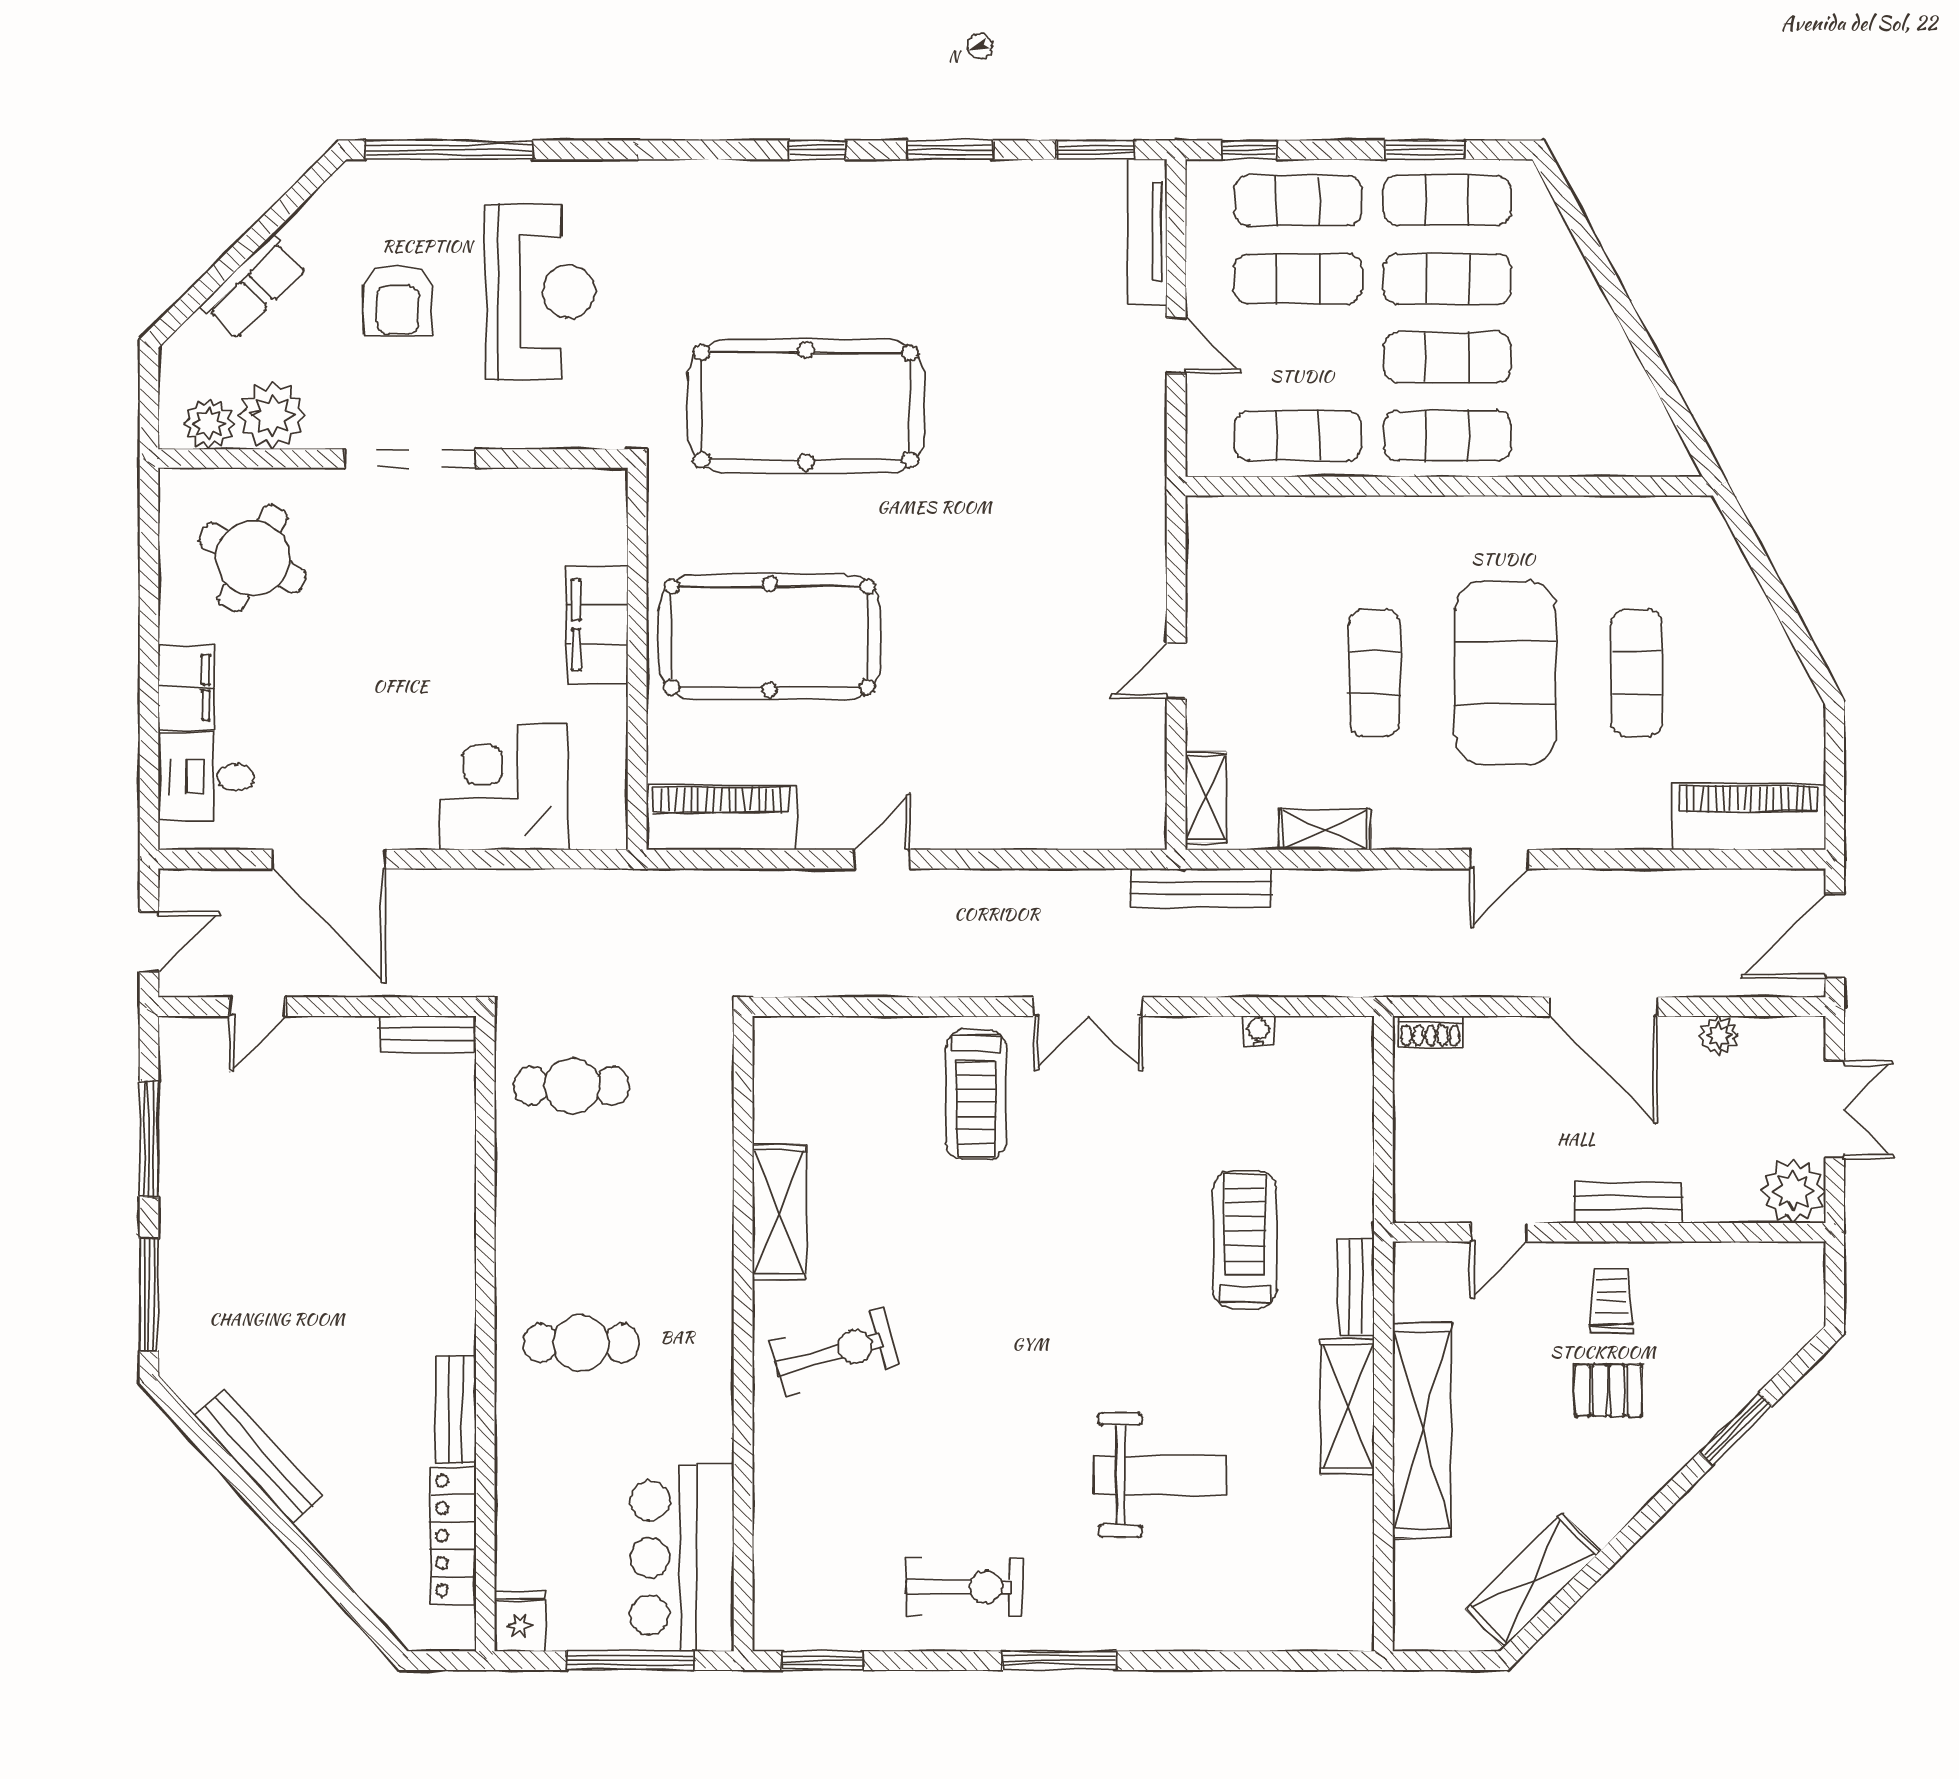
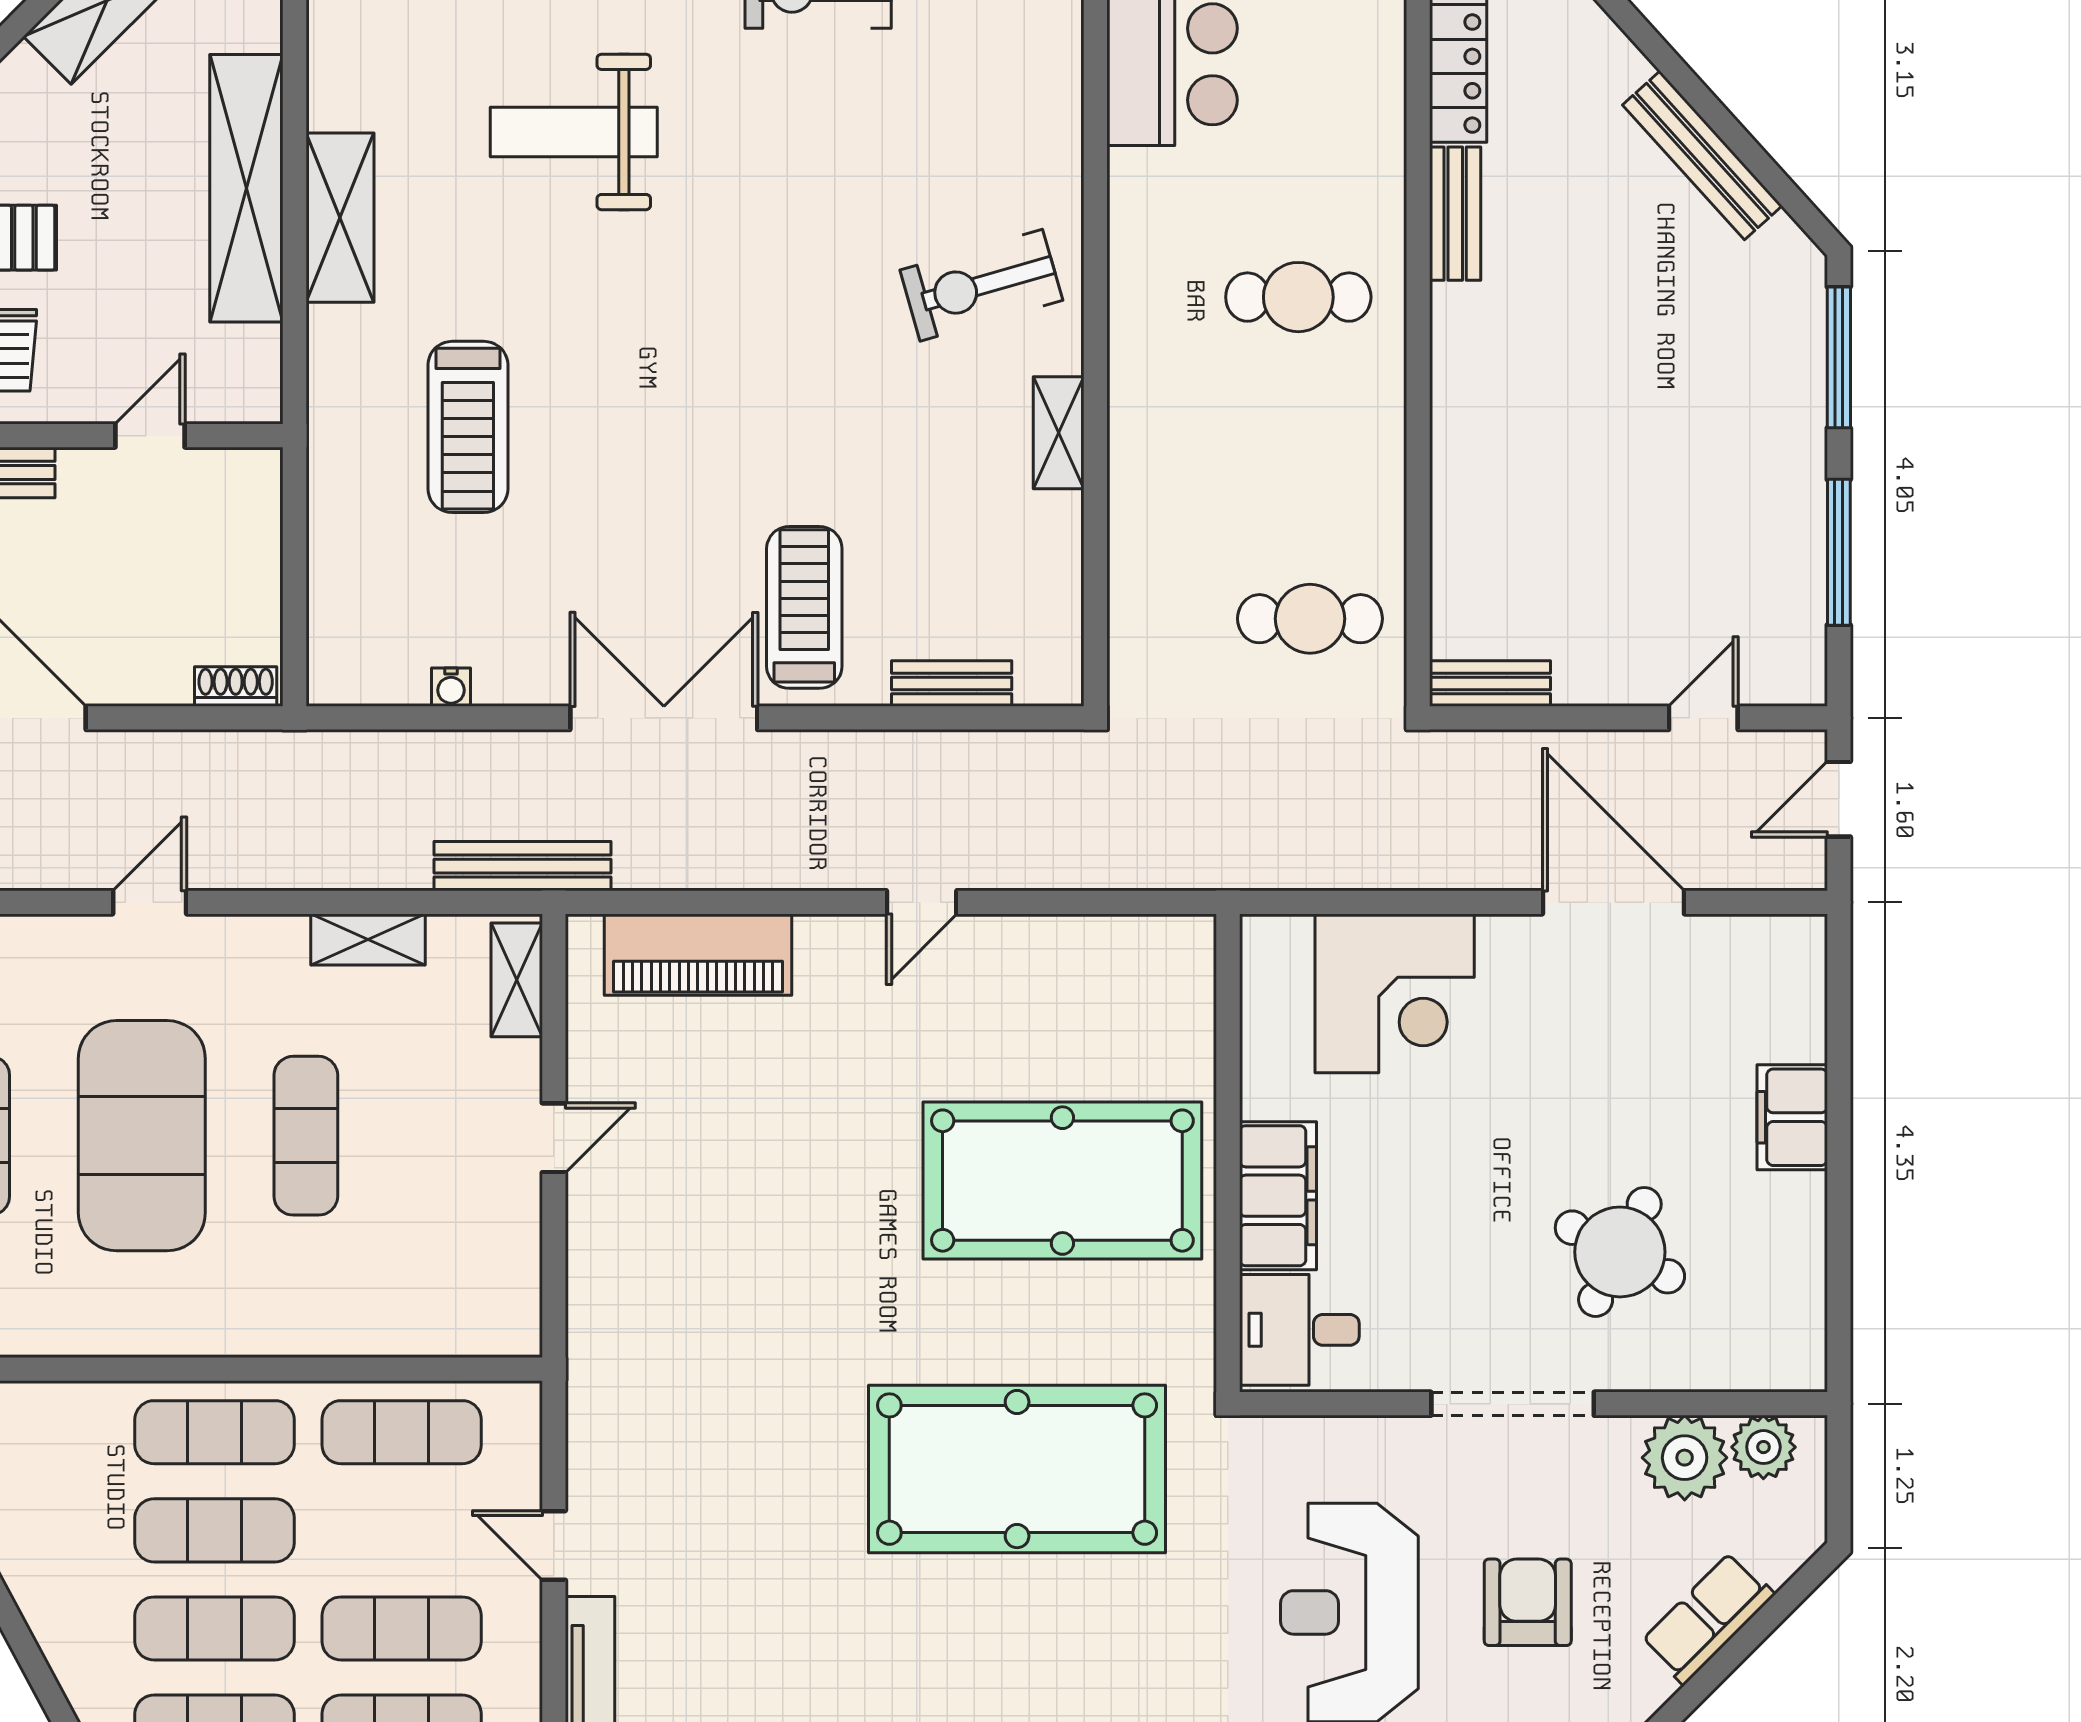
round table: (253, 558) -> (1620, 1252), moved
desk: (206, 778) -> (1299, 1330), moved, turned 180
piano: (721, 817) -> (698, 955), moved
double door: (1088, 1007) -> (664, 718), width x1.37
shelving: (779, 1212) -> (1059, 433), width x0.67, depth x0.75
bench: (1356, 1287) -> (952, 684), moved, turned 90

